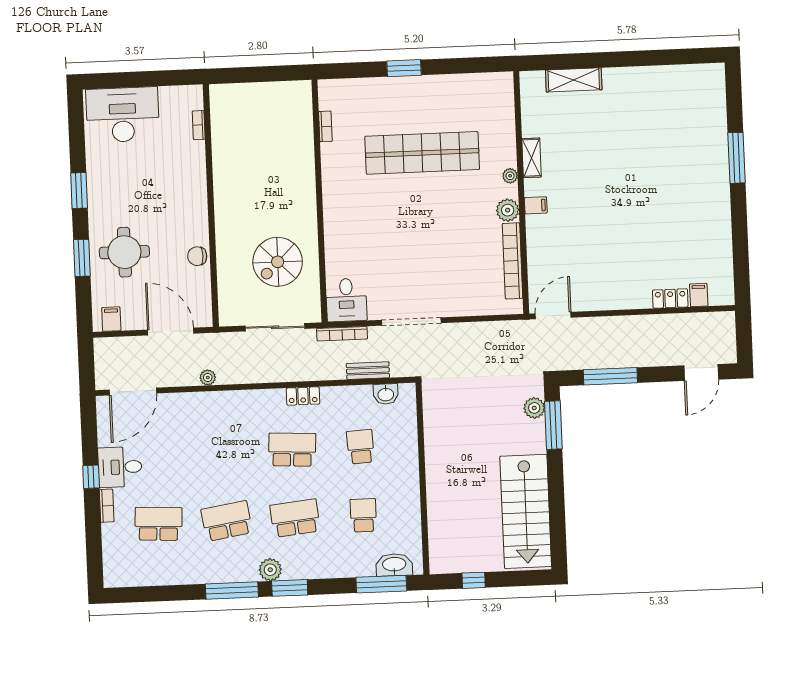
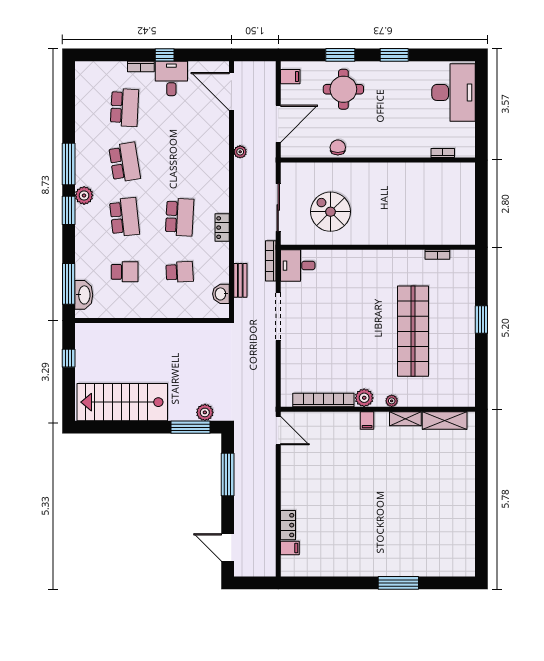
shelving: (574, 80) -> (445, 421), moved, turned 90

